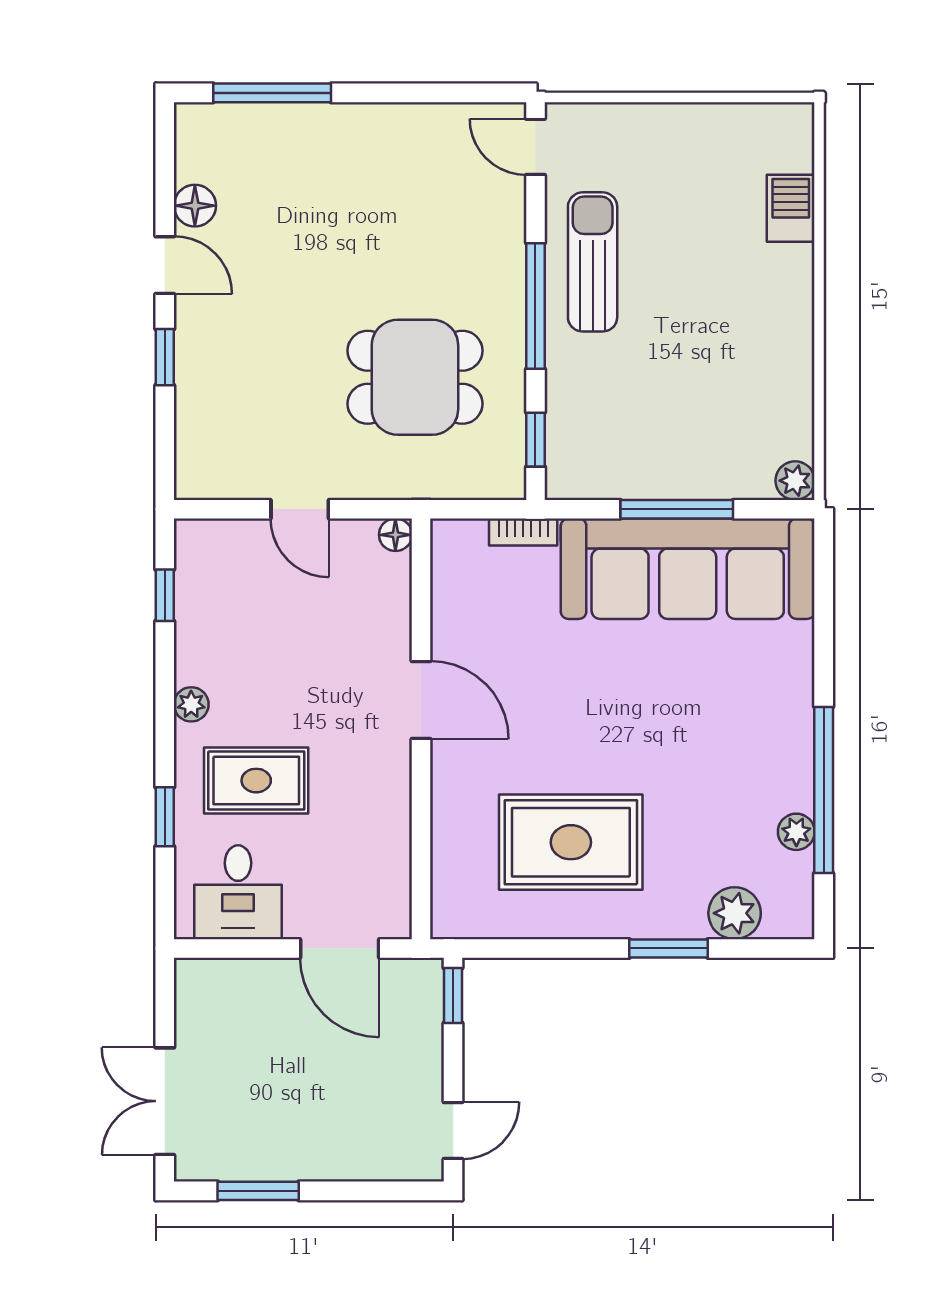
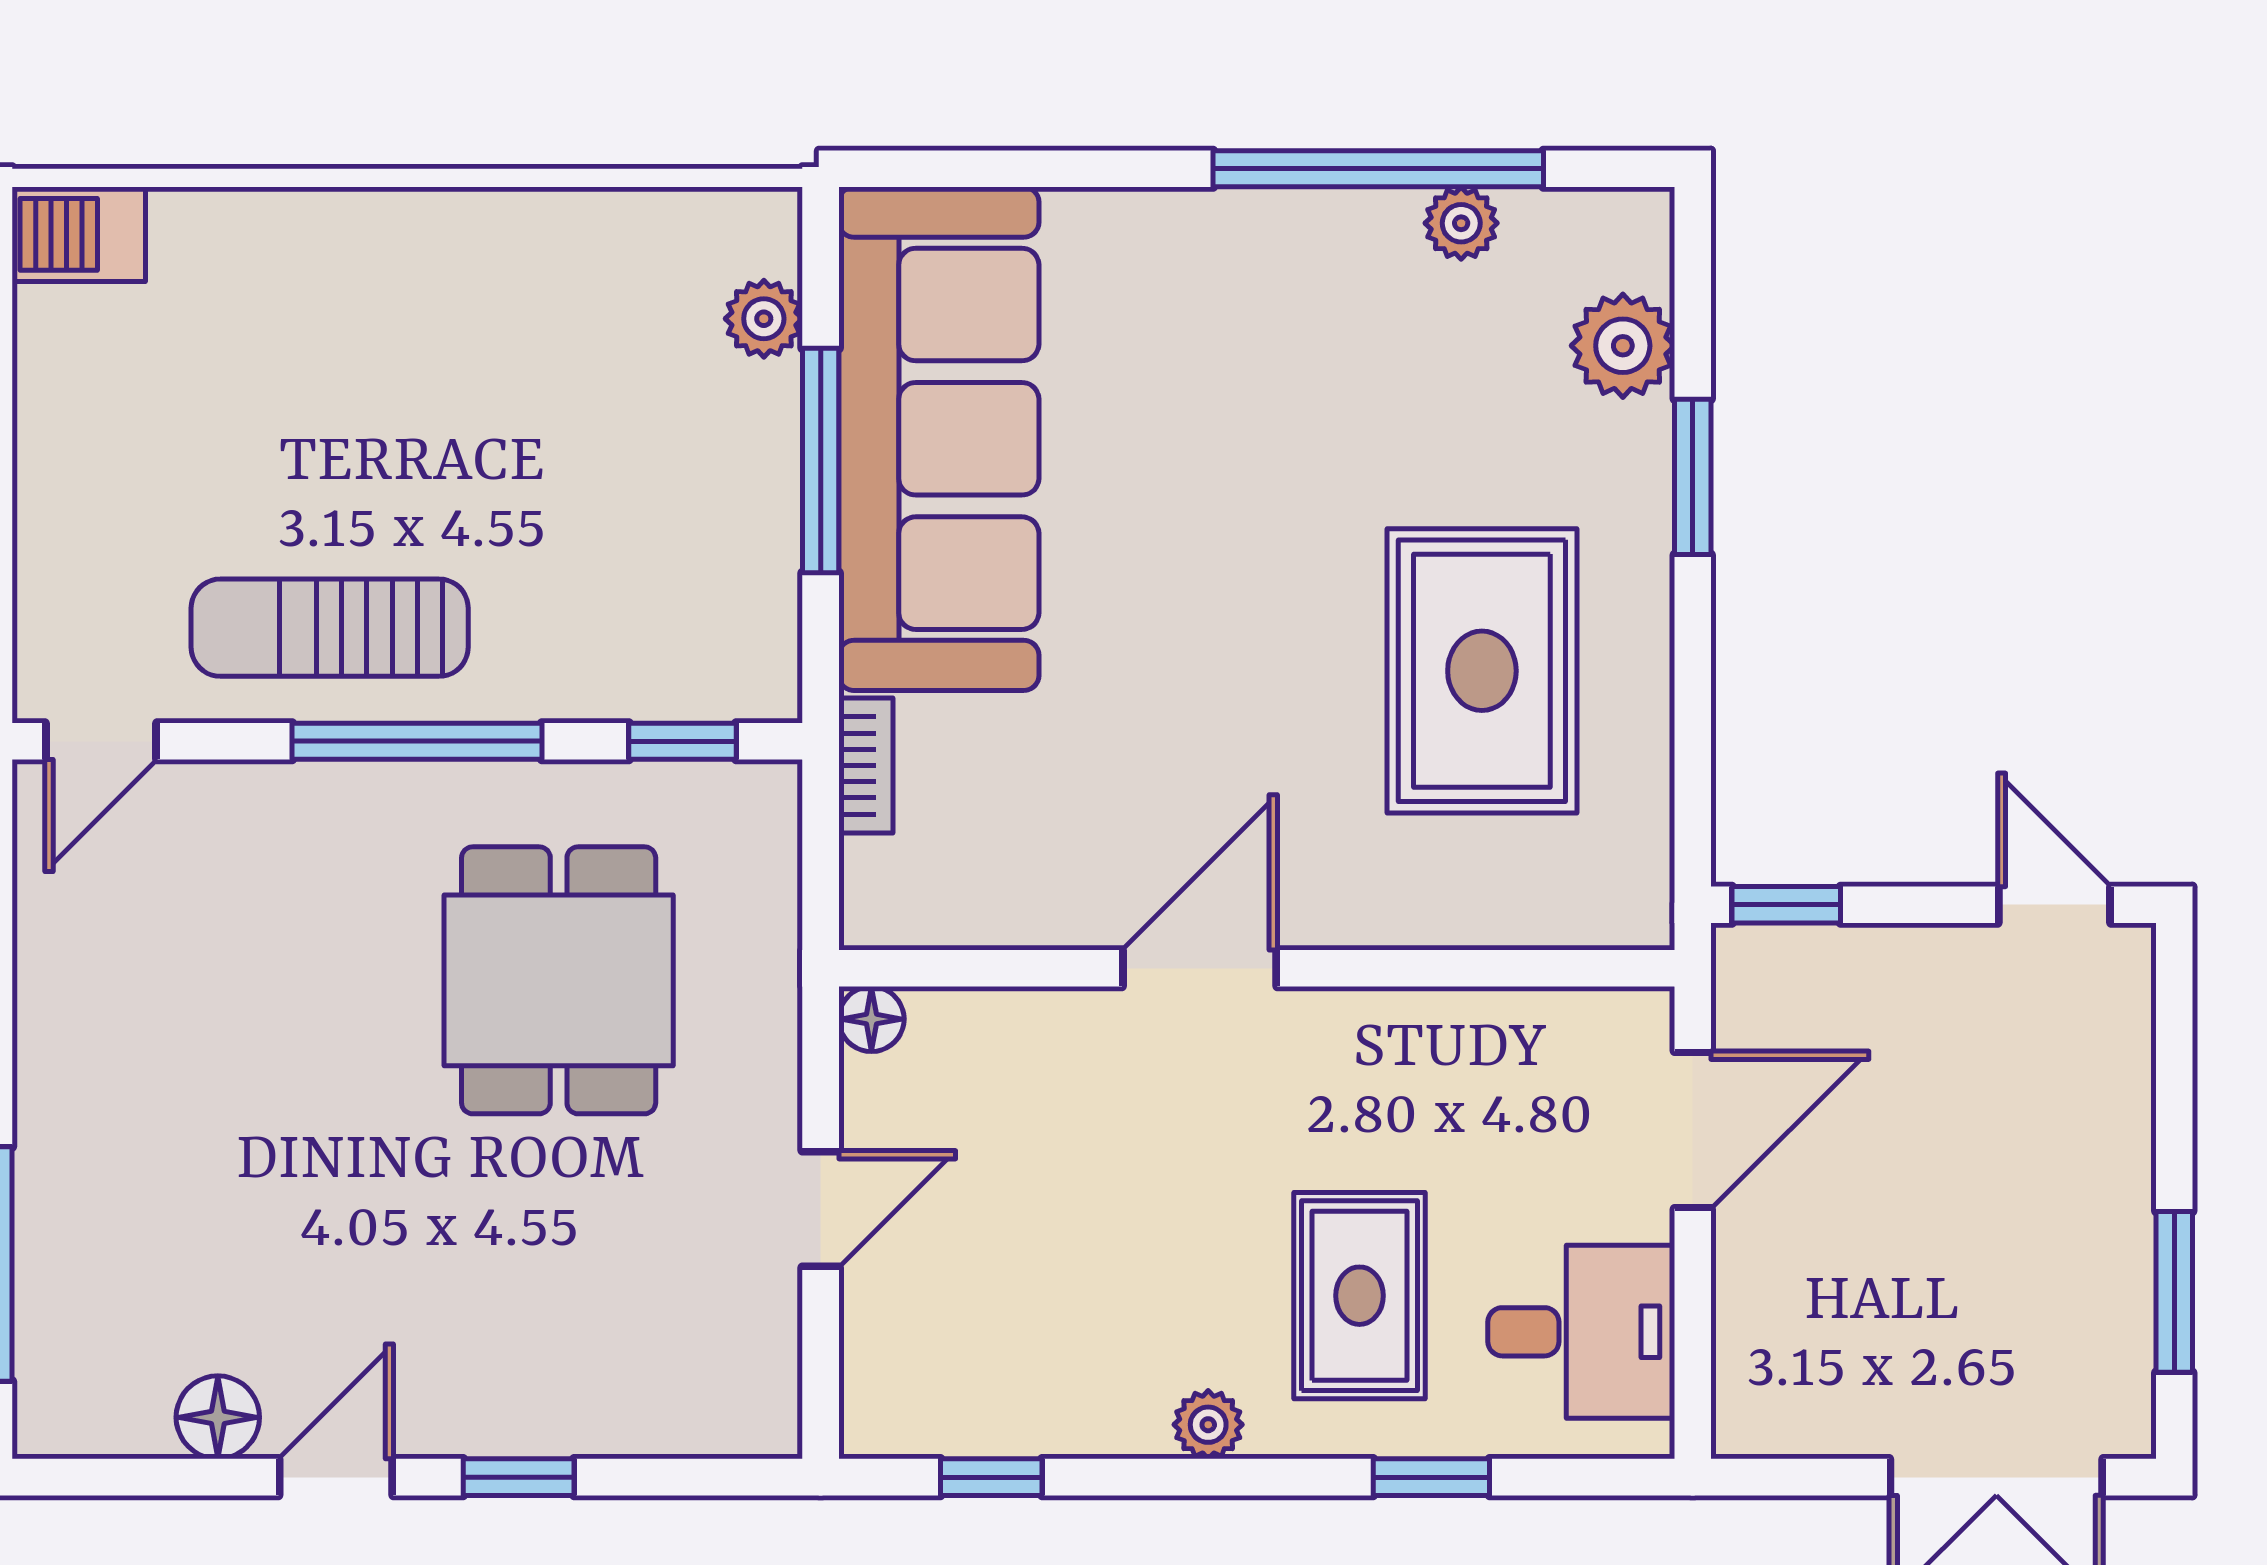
barbecue: (791, 208) -> (79, 234), moved
plant: (795, 481) -> (764, 319), moved

